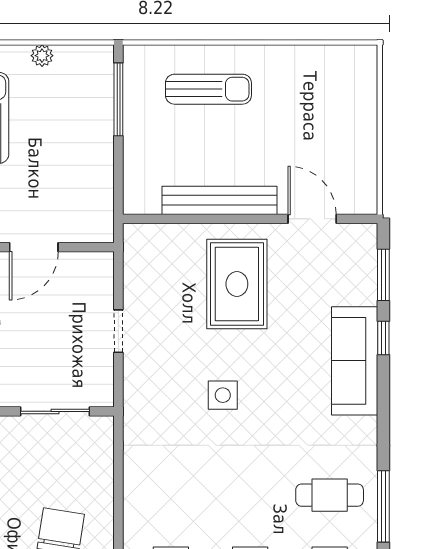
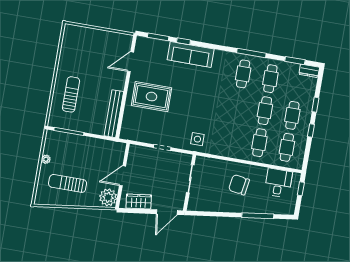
bench: (219, 200) -> (114, 114), moved
door: (34, 247) -> (123, 176), swing flipped
side table: (223, 395) -> (197, 139), moved

